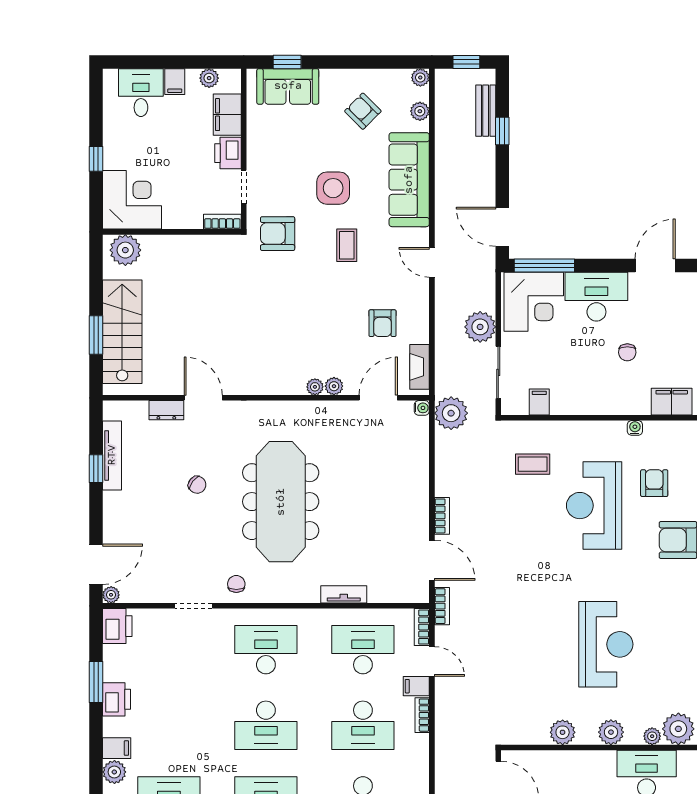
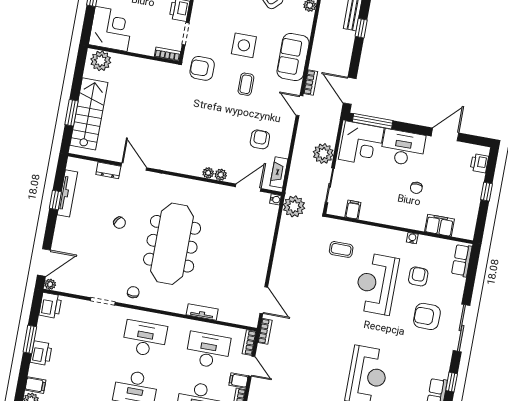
sofa: (409, 180) -> (293, 57), width x0.73
armchair: (382, 323) -> (260, 139), turned 180
bookcase: (442, 516) -> (310, 83), moved

